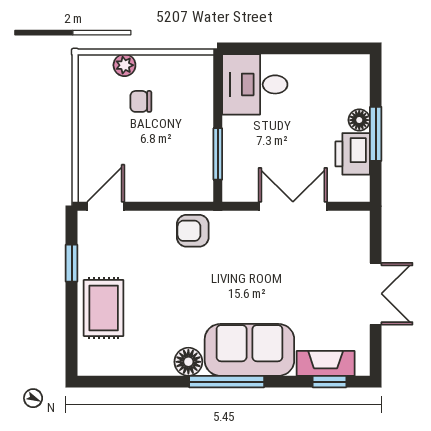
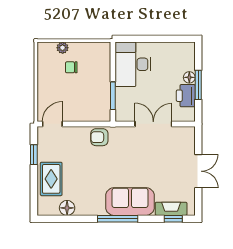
desk: (255, 84) -> (133, 64), width x1.37
floor lamp: (188, 362) -> (67, 208), moved

